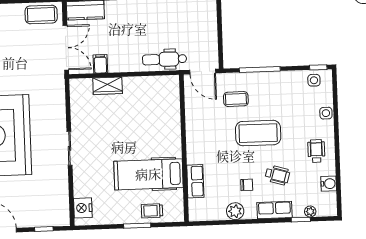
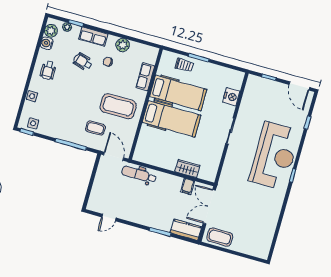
dental chair: (164, 59) -> (139, 175), turned 180
coffee table: (258, 133) -> (118, 106), moved
hospital bed: (146, 140) -> (172, 119), added
plant: (329, 201) -> (51, 31), added
nightstand: (83, 208) -> (231, 97), moved

